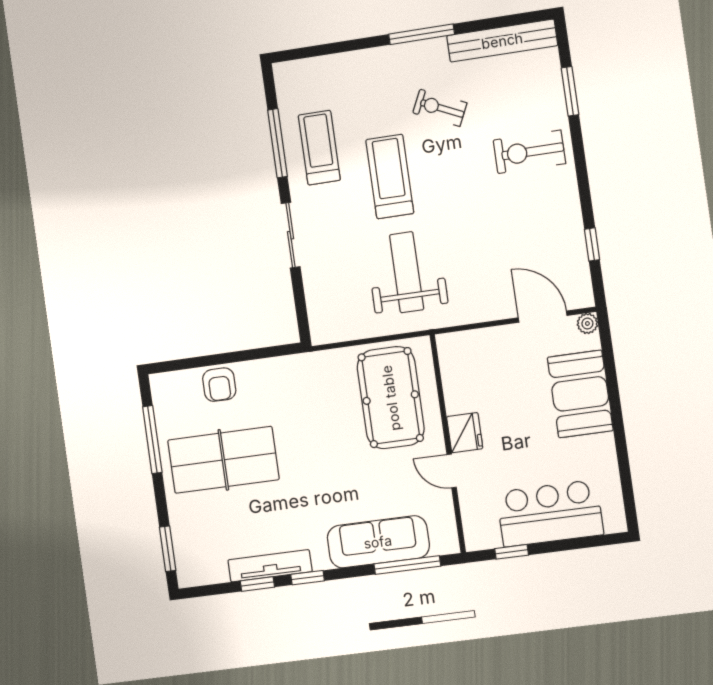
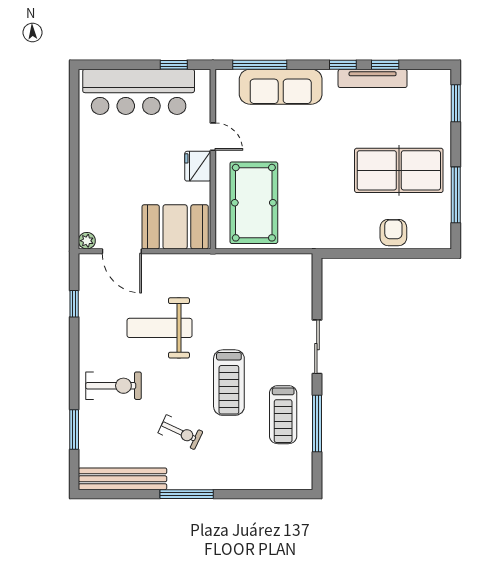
weight bench: (407, 272) -> (160, 328), moved, turned 90
booth: (580, 394) -> (175, 227), moved, turned 90
bar counter: (550, 513) -> (139, 92), width x1.36

